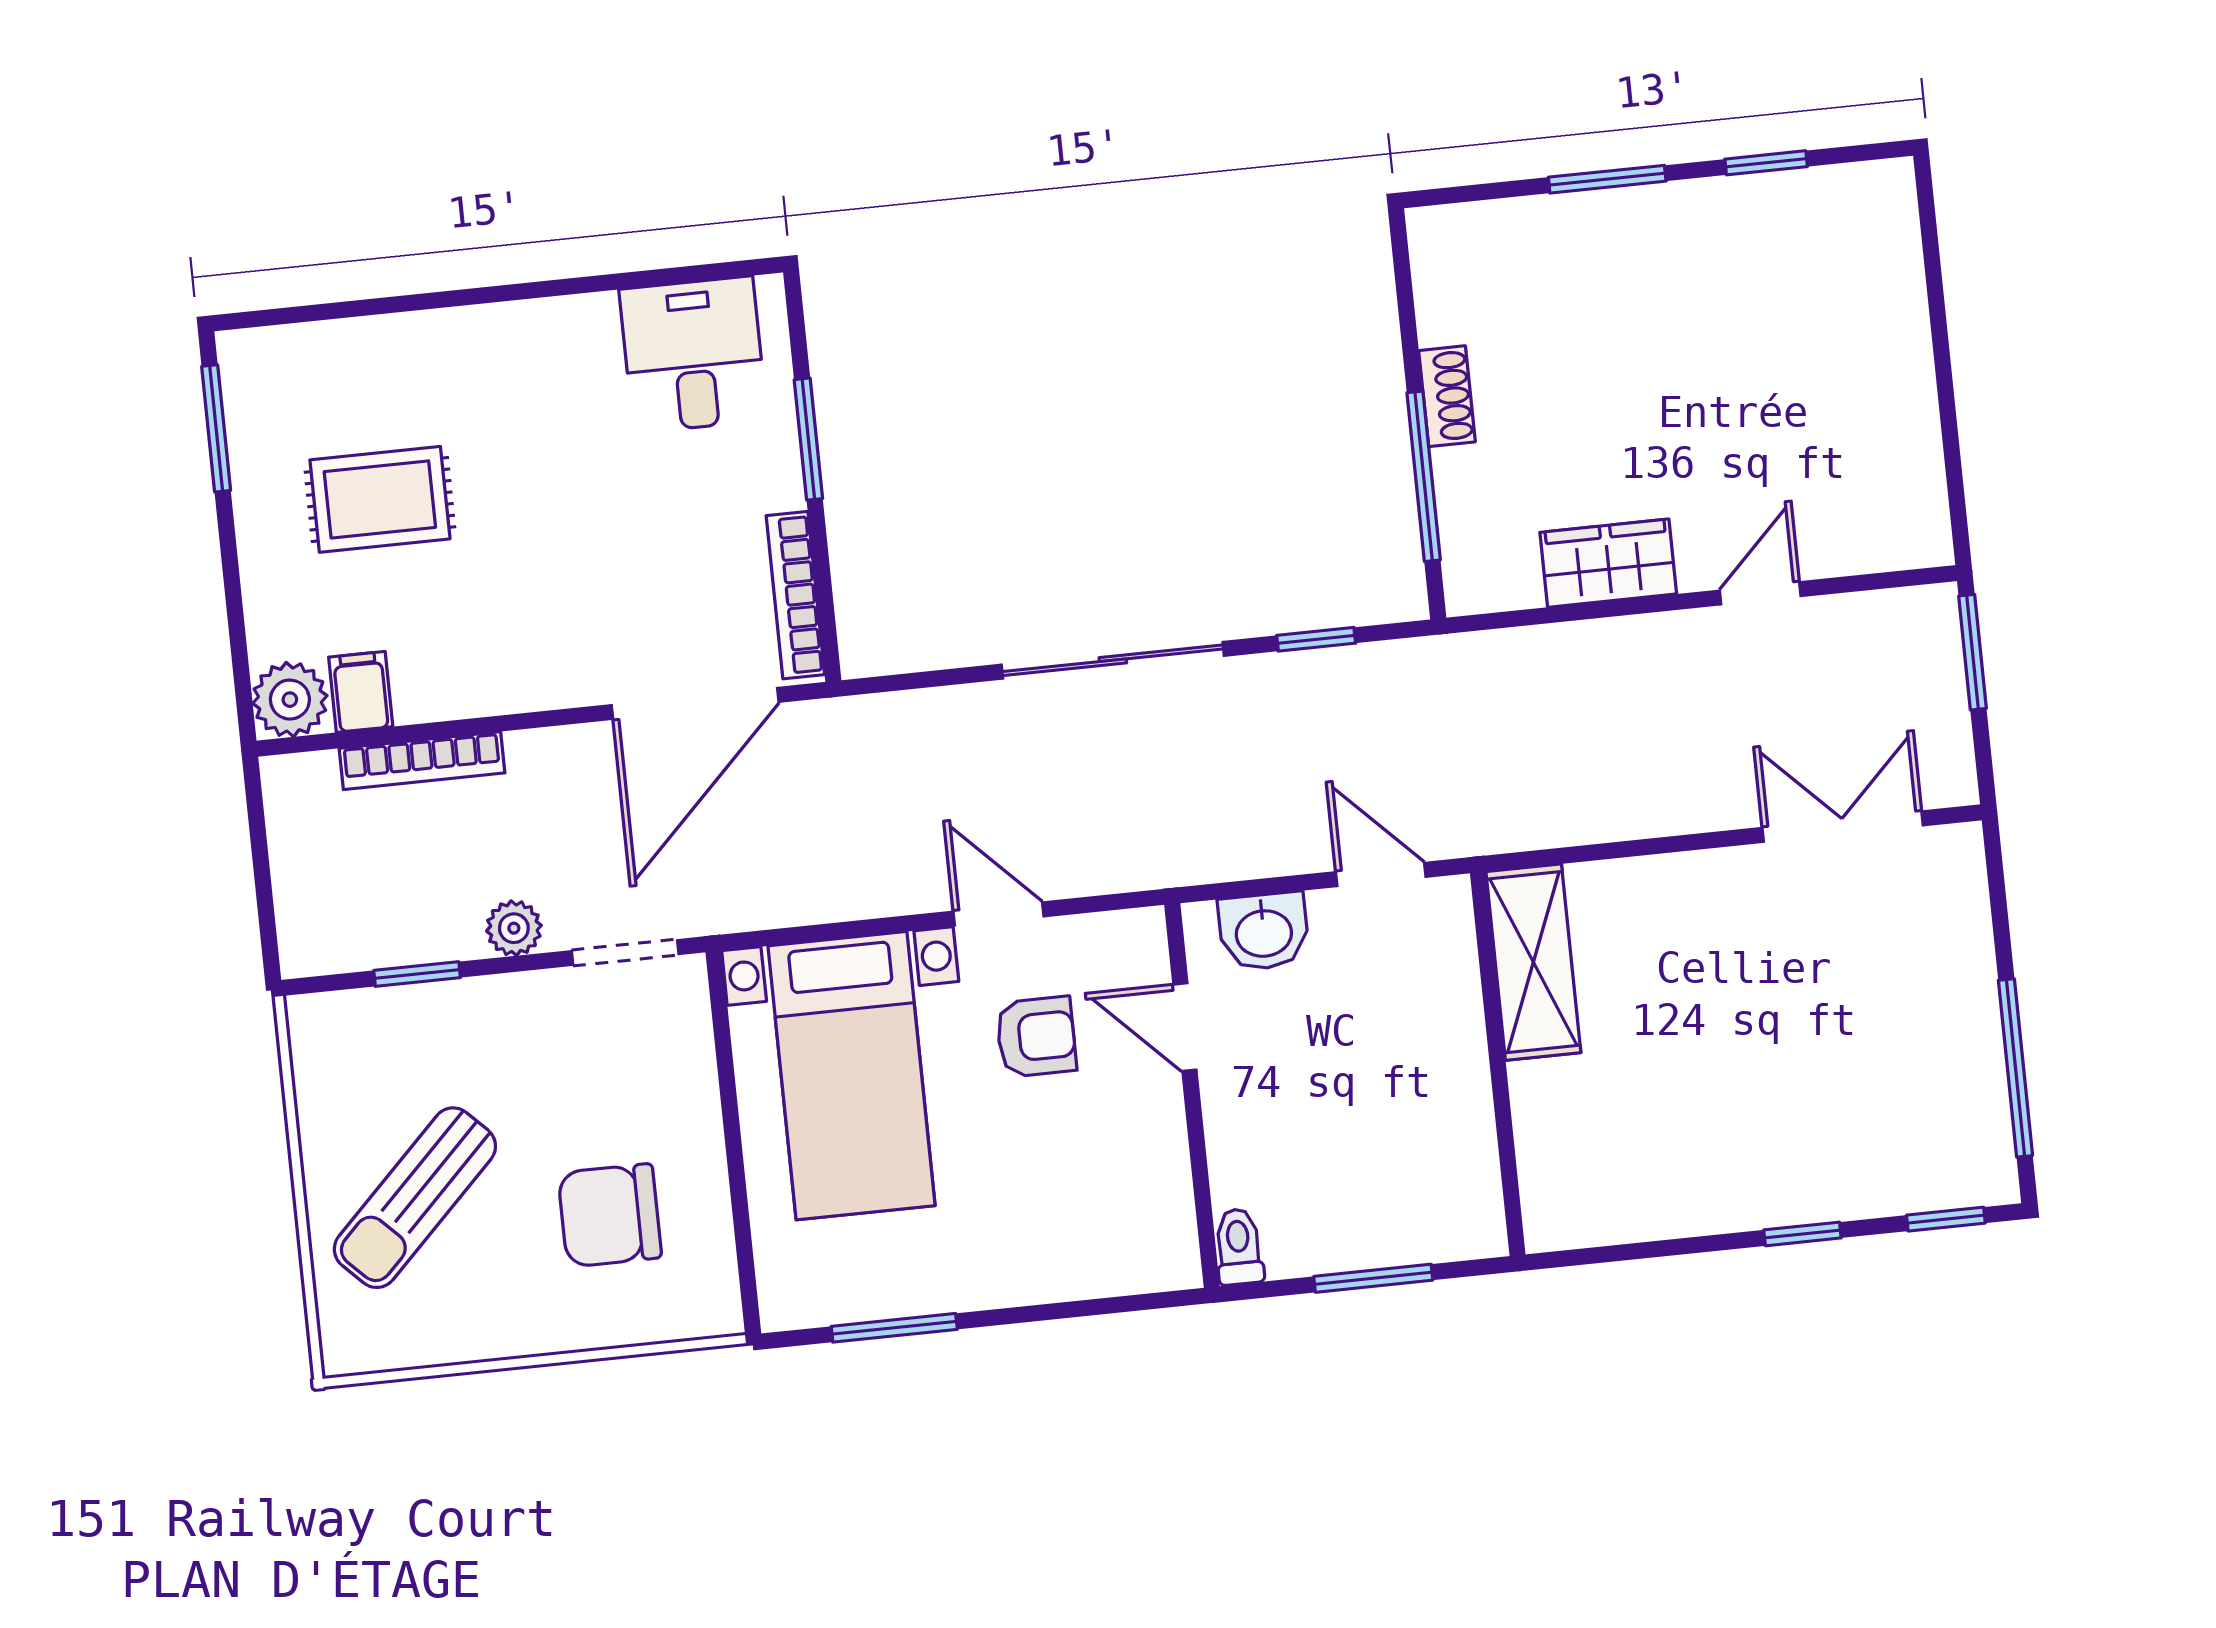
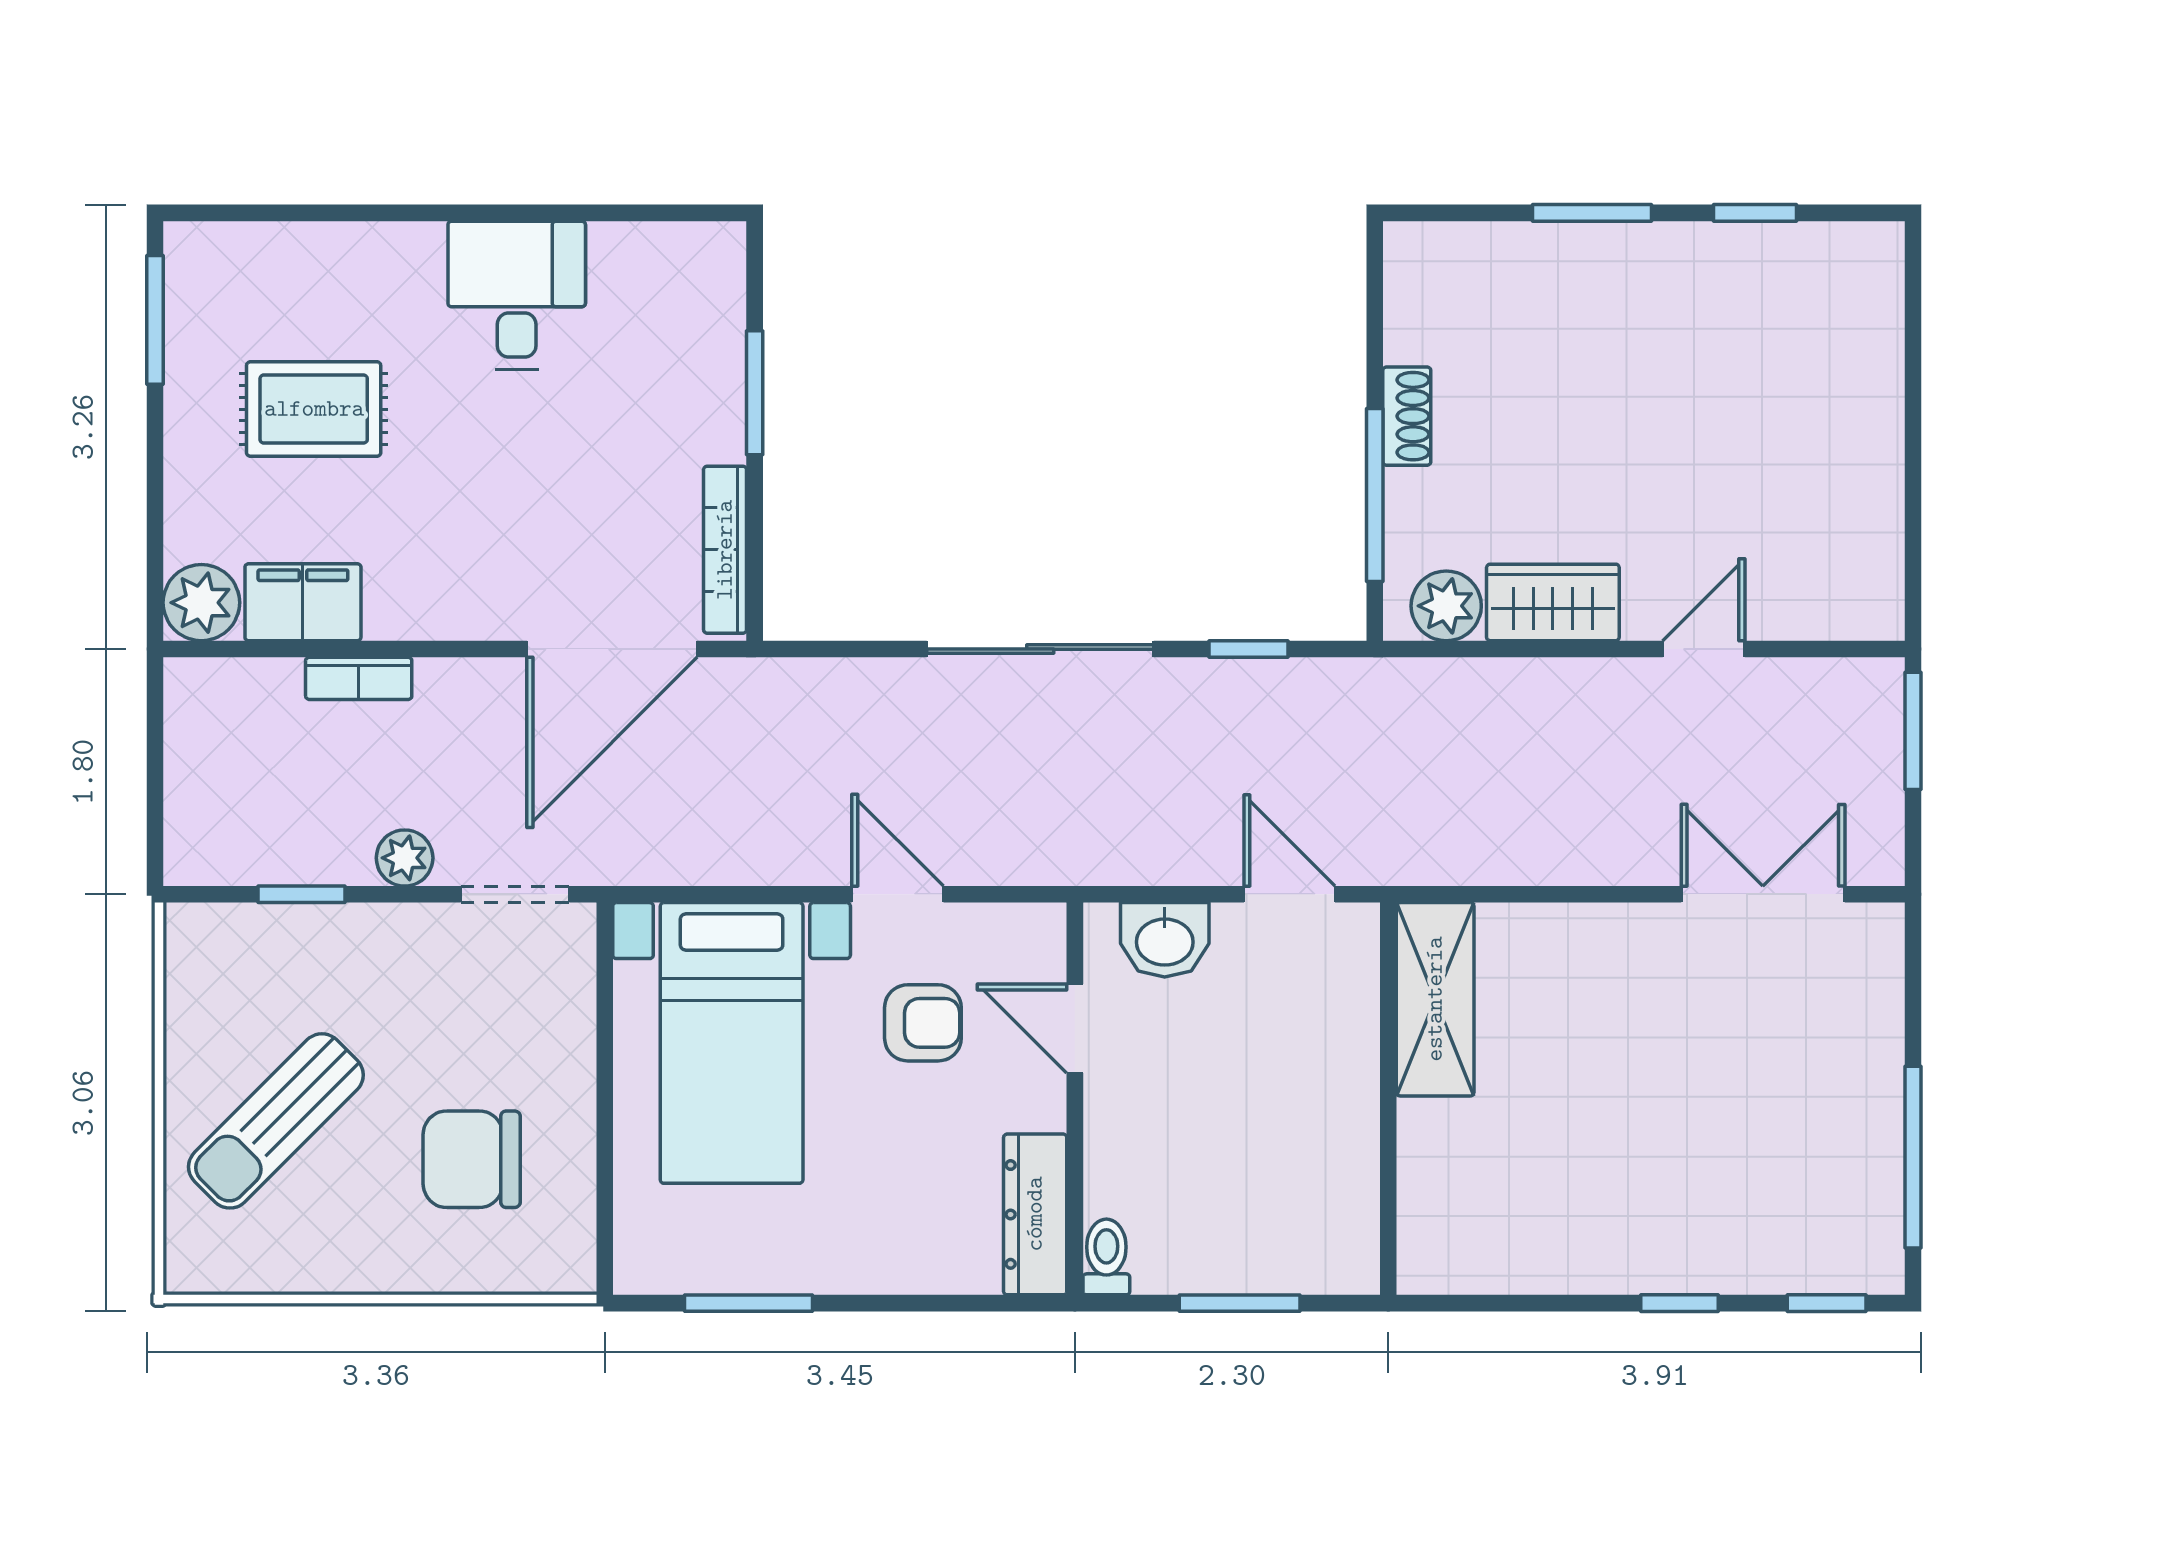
desk: (693, 355) -> (517, 295), moved
plant: (1505, 577) -> (1446, 606), added
filing cabinet: (361, 692) -> (303, 602), width x2.00
bookcase: (422, 761) -> (359, 678), width x0.64
dresser: (1165, 1212) -> (1035, 1214), added

